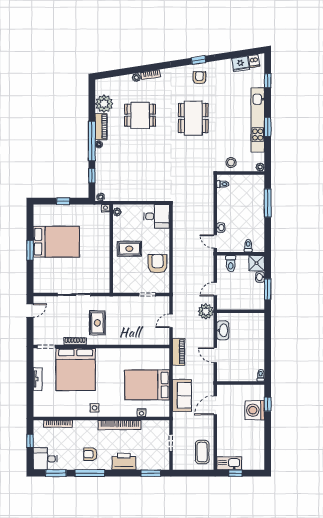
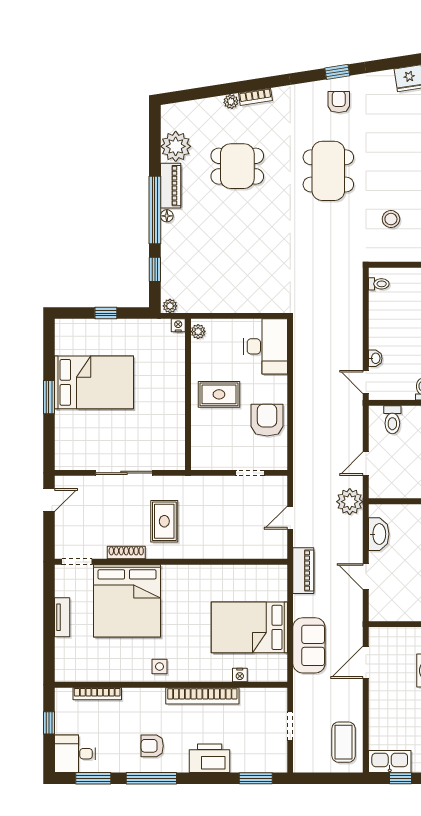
stool: (231, 163) -> (391, 219), moved
desk: (157, 216) -> (266, 346), width x1.37

